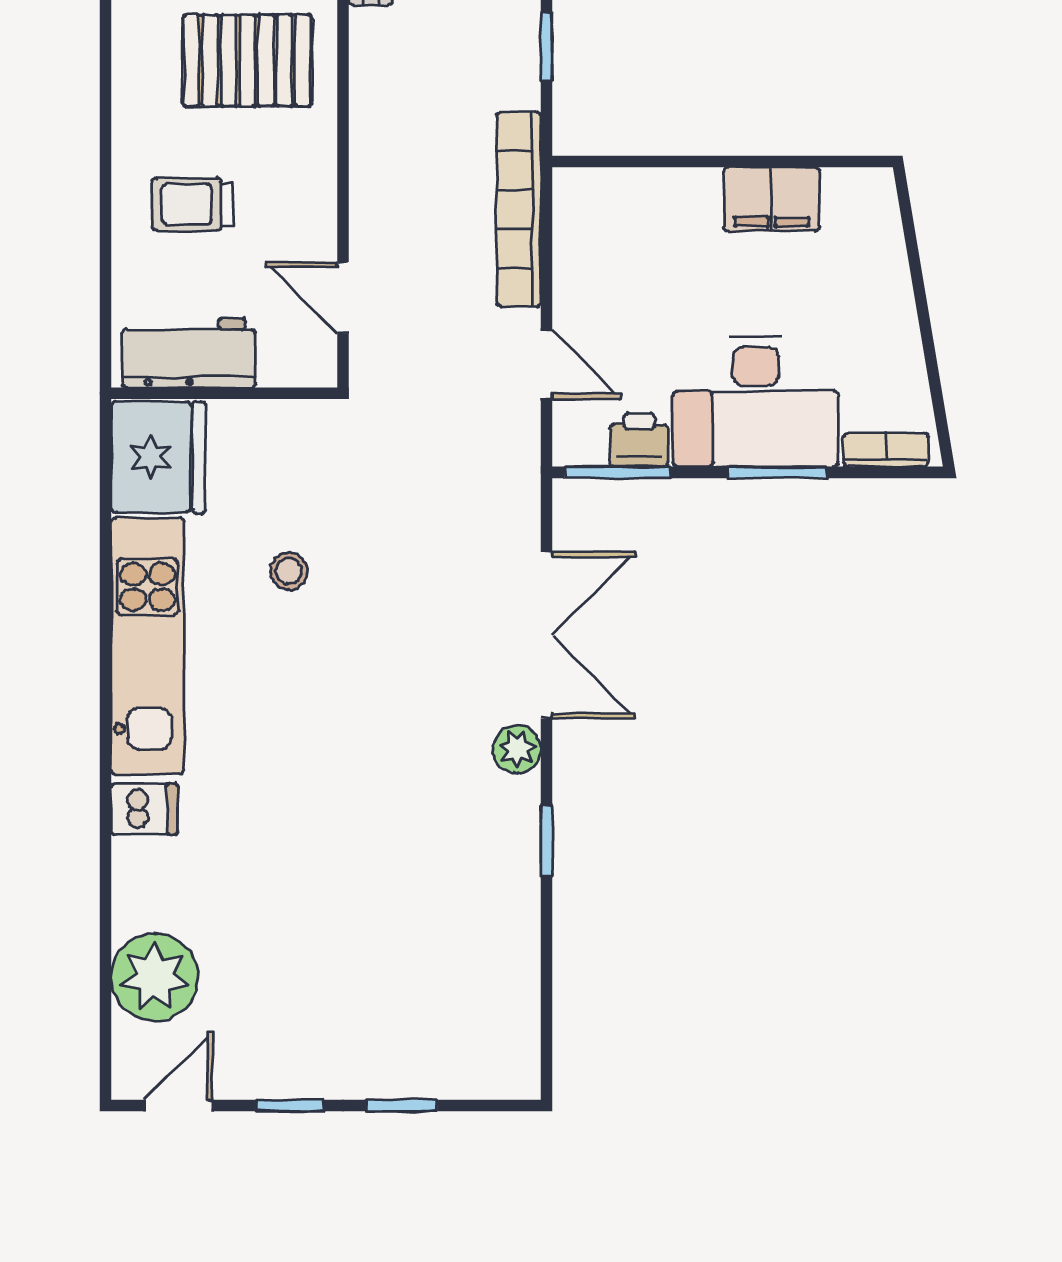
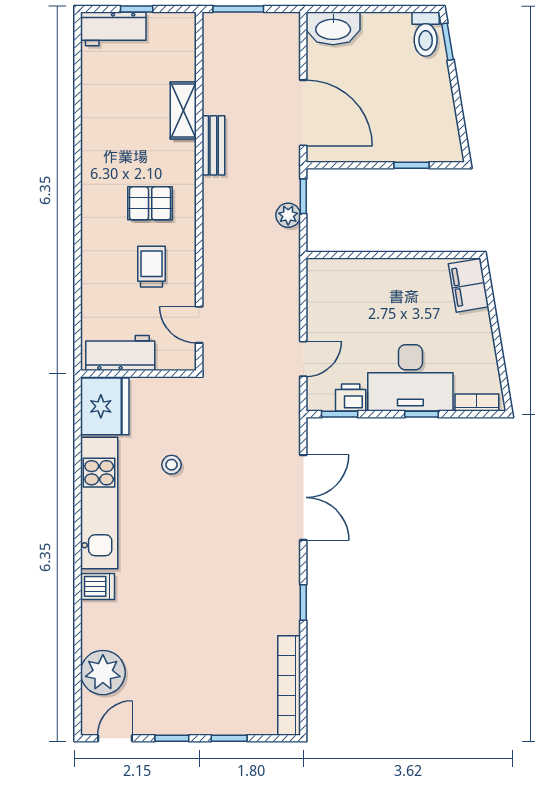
pallet: (247, 60) -> (150, 203), width x0.67, depth x0.71
filing cabinet: (772, 199) -> (469, 285), moved, turned 81
trolley: (192, 204) -> (151, 267), moved, turned 90
bookcase: (519, 209) -> (289, 685), moved
door: (546, 364) -> (303, 359), hinge flipped
window: (618, 472) -> (340, 414), width x0.67
window: (777, 472) -> (421, 414), width x0.67
plant: (517, 749) -> (288, 215), moved

